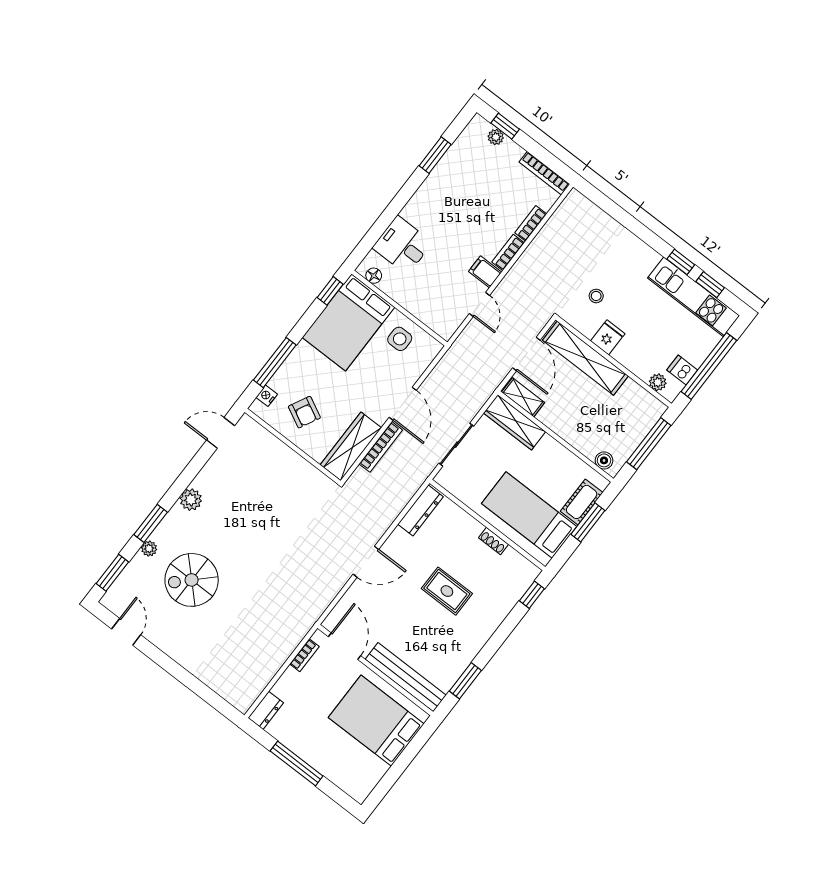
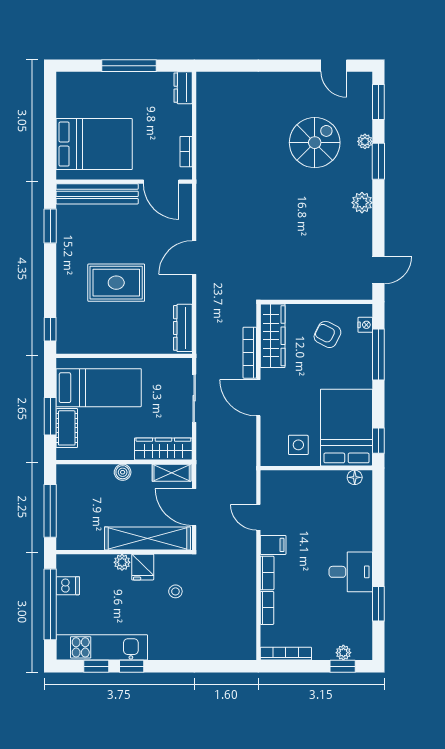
desk: (402, 245) -> (351, 572), moved
plant: (658, 382) -> (122, 562), moved
boiler: (604, 460) -> (123, 472), moved
shoe rack: (494, 541) -> (110, 347), removed
rug: (447, 591) -> (116, 283), width x1.36, depth x1.43

